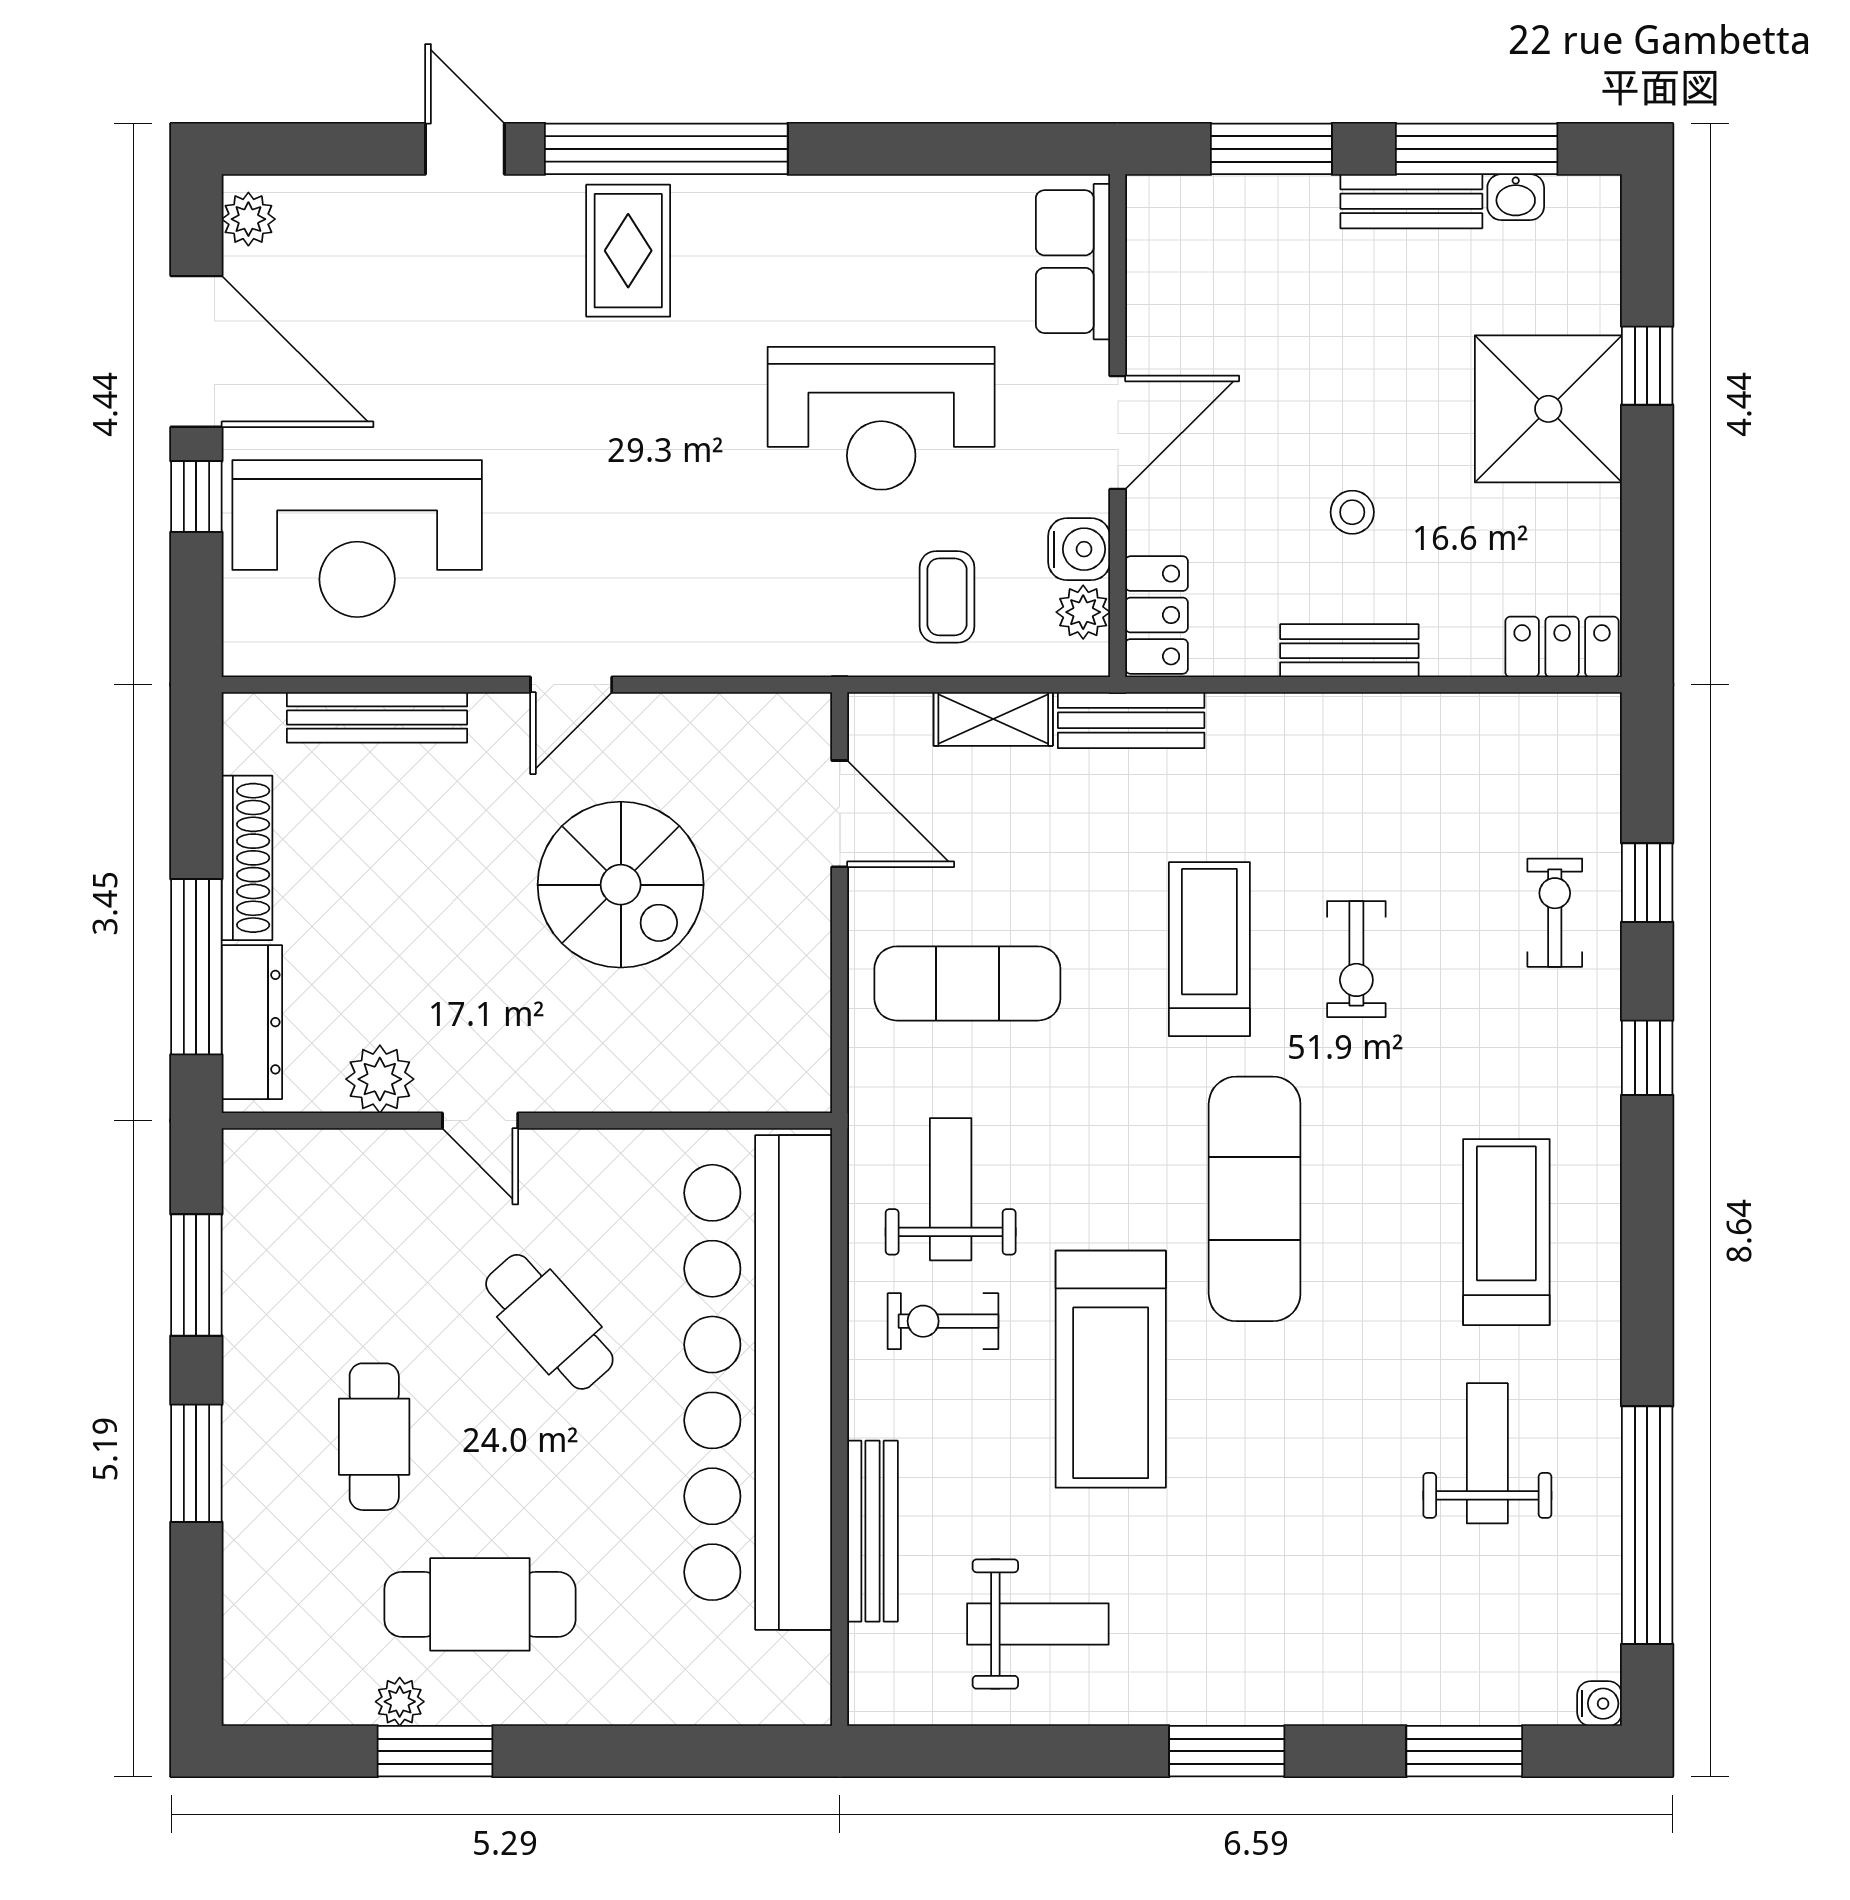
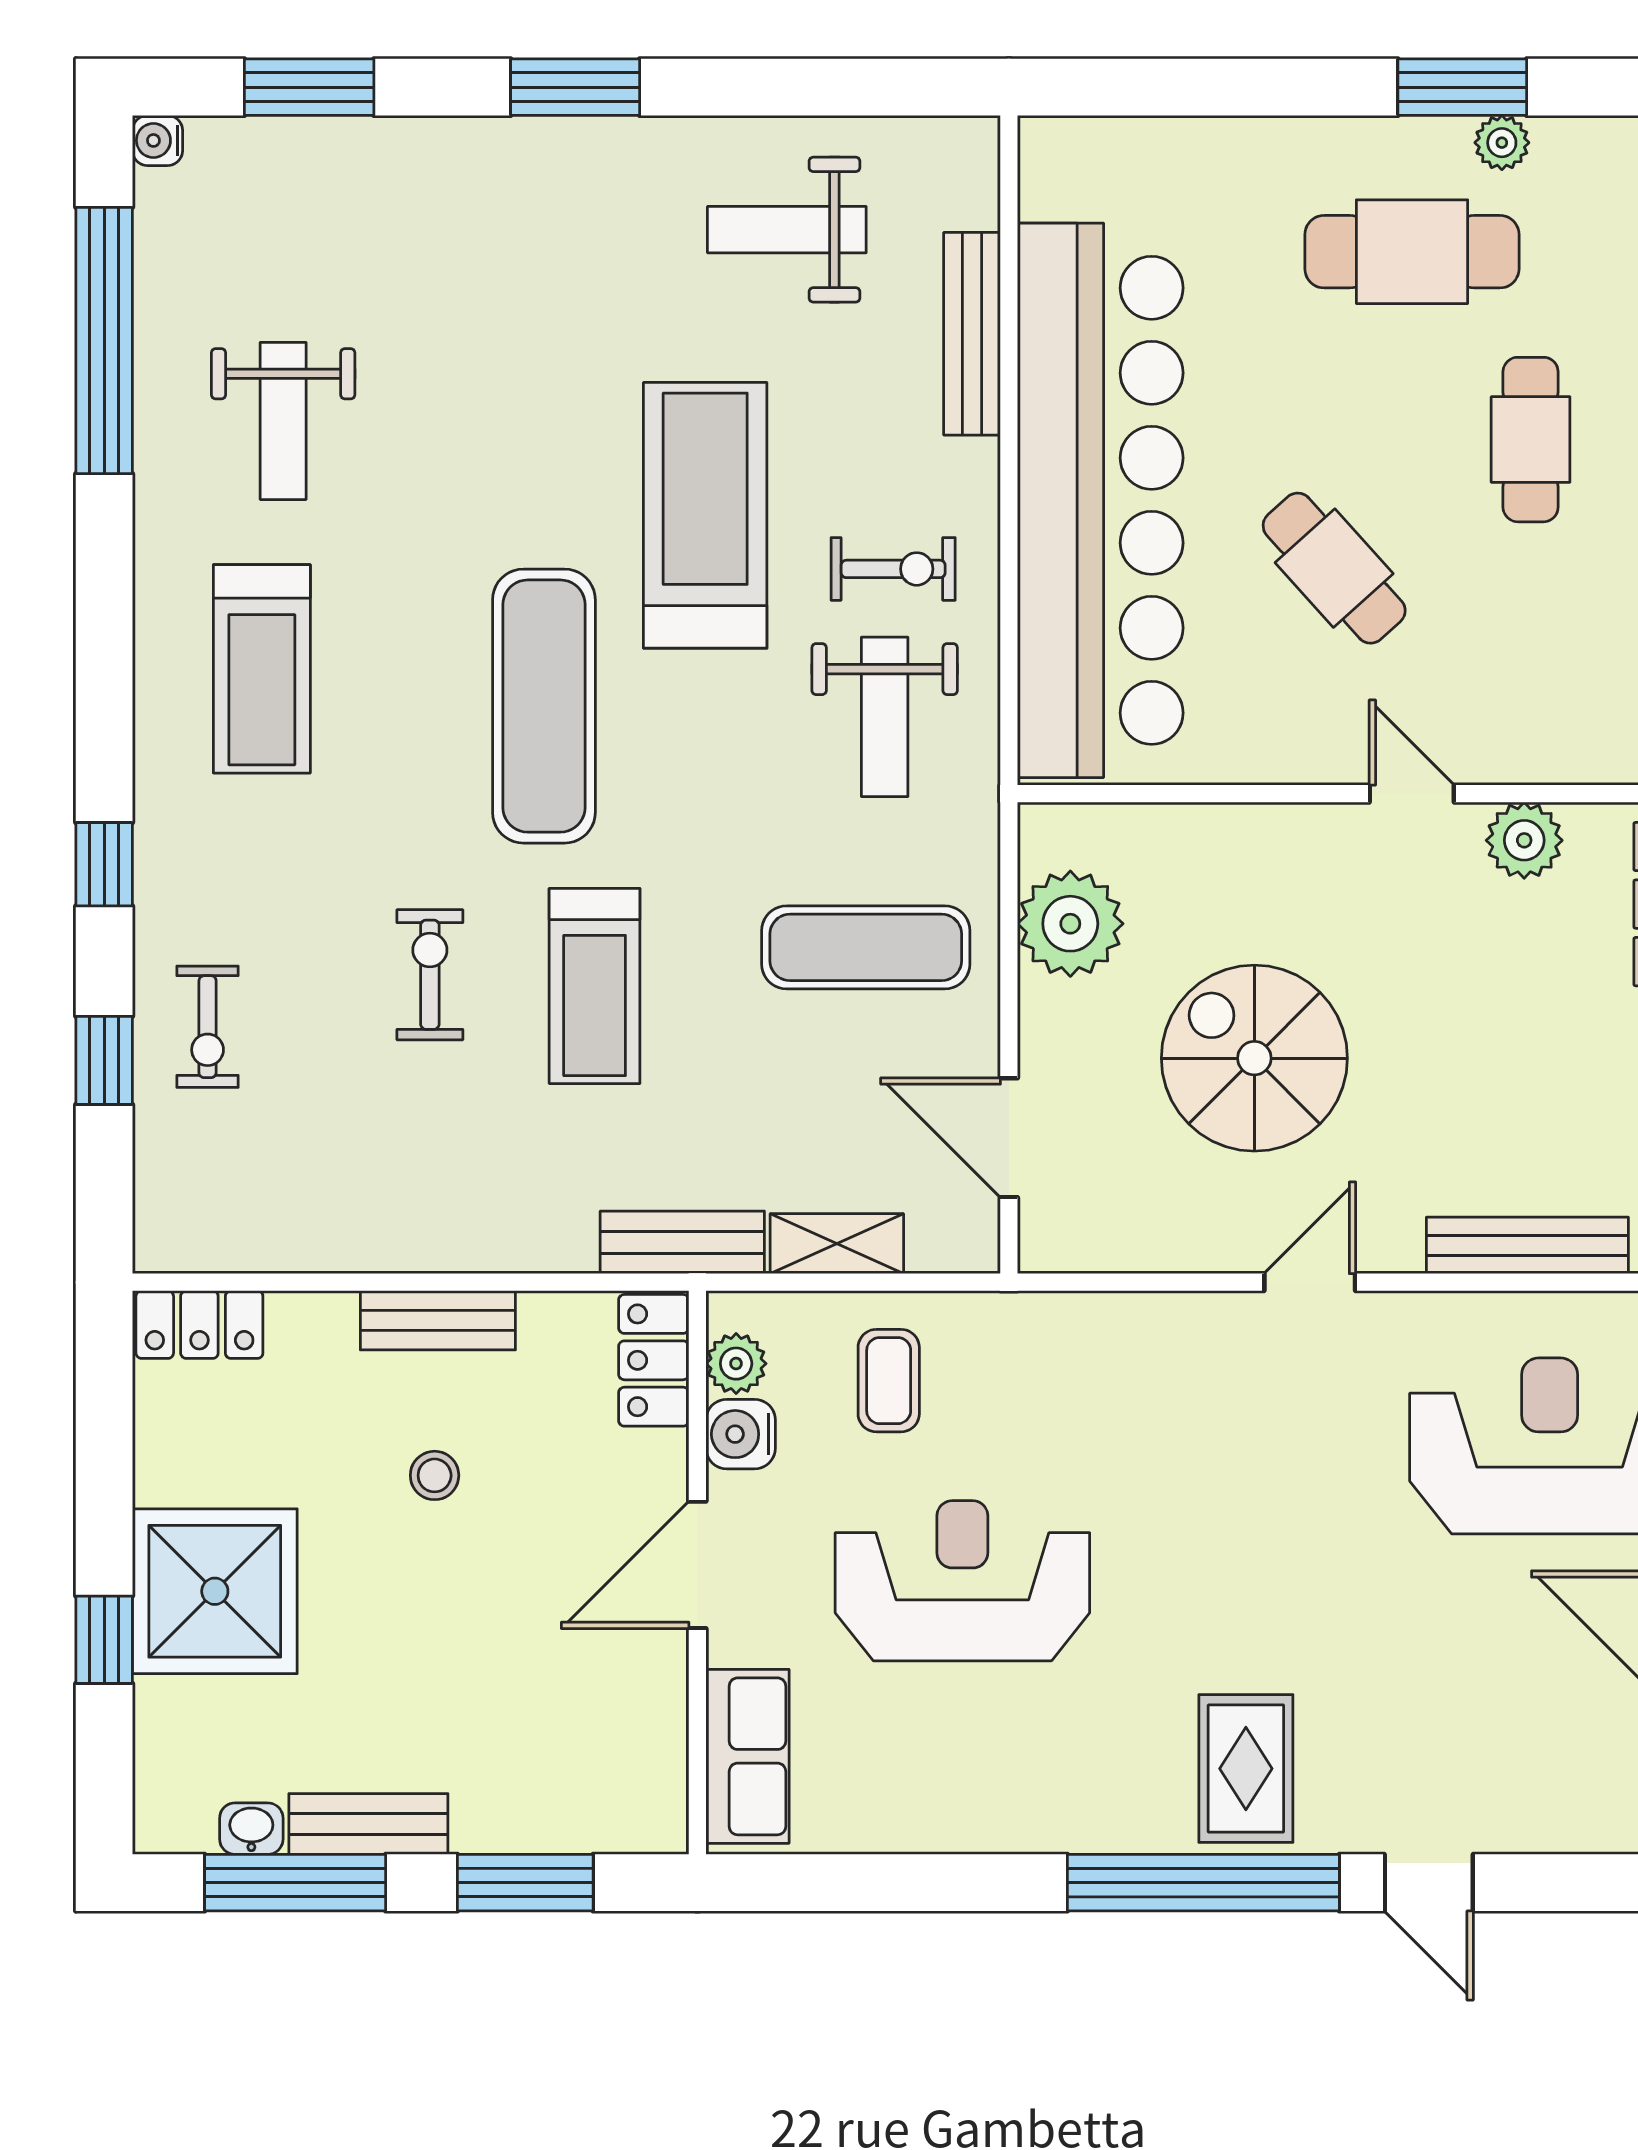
plant: (785, 1005) -> (1070, 924), added

